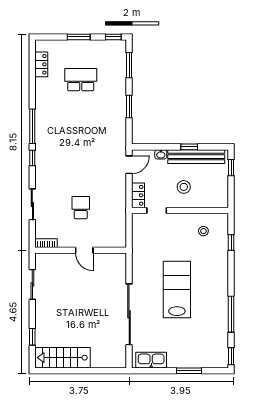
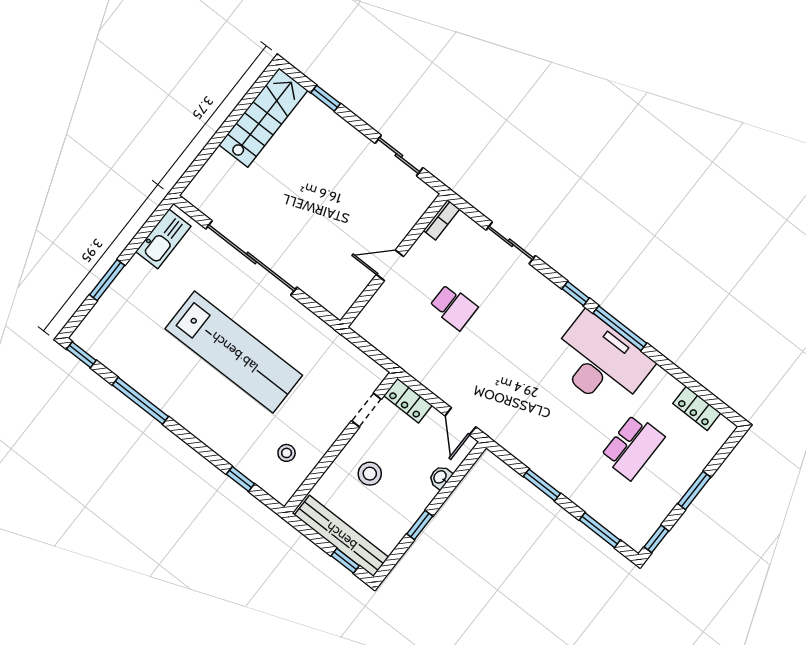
desk: (54, 123) -> (601, 362), added
bench: (196, 157) -> (341, 536), moved, turned 90
lab bench: (177, 290) -> (234, 352), width x1.36

